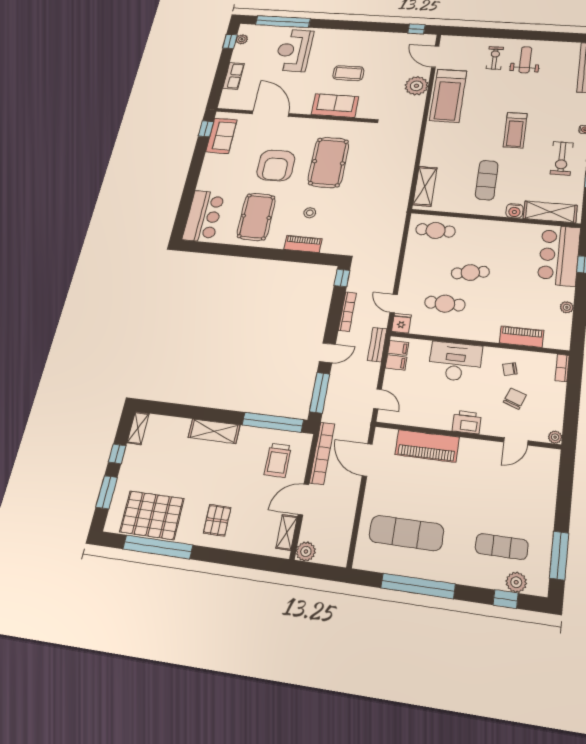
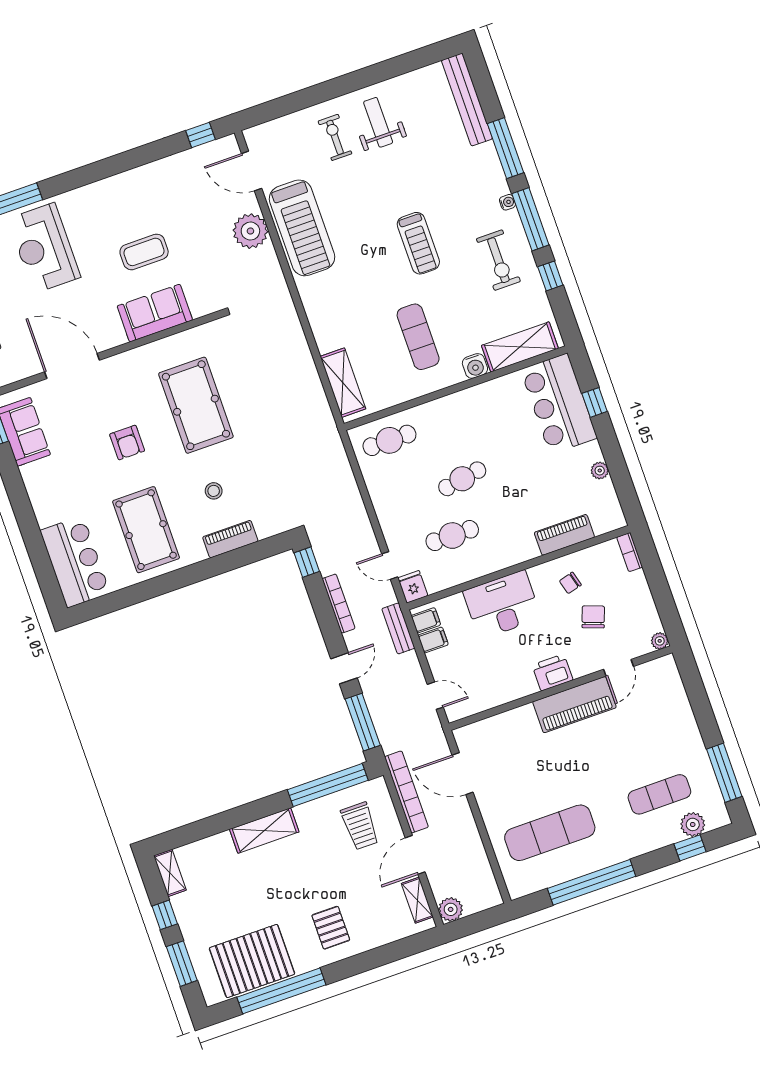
armchair: (276, 165) -> (127, 442), width x0.53, depth x0.53
piano: (427, 446) -> (574, 705), moved

